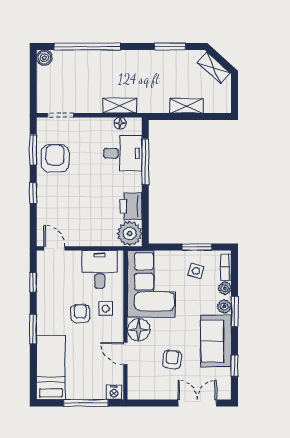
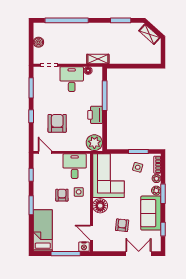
boiler: (44, 58) -> (38, 42), moved
shelving: (120, 106) -> (98, 59), moved
shelving: (187, 106) -> (132, 59), removed
desk: (123, 153) -> (72, 79), moved, turned -90
armchair: (55, 158) -> (57, 123), moved
printer: (131, 206) -> (95, 115), moved
door: (125, 354) -> (92, 233), moved

